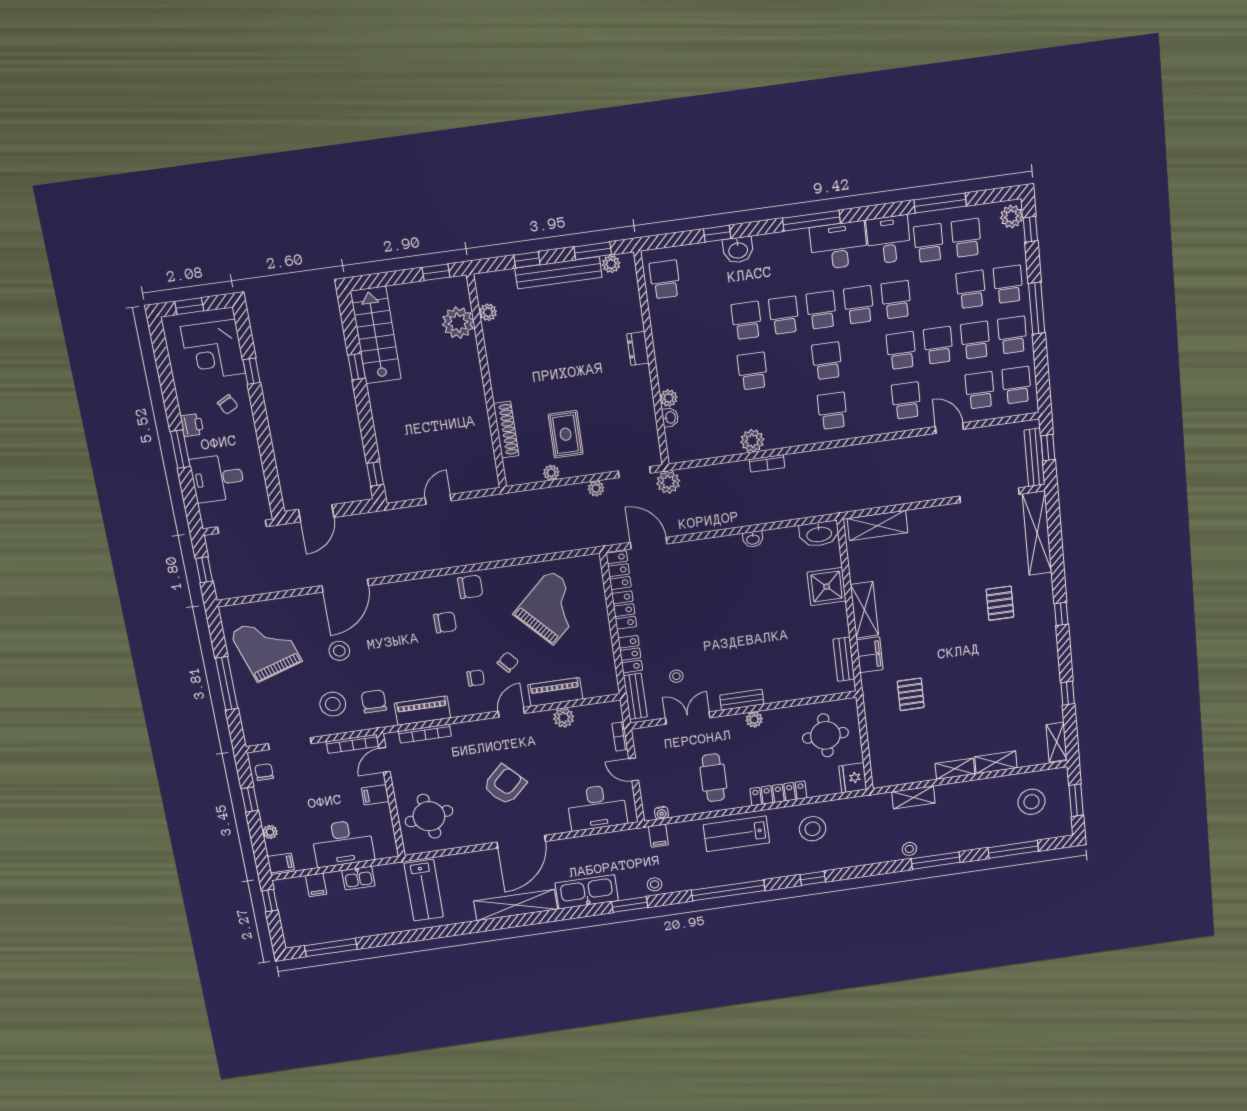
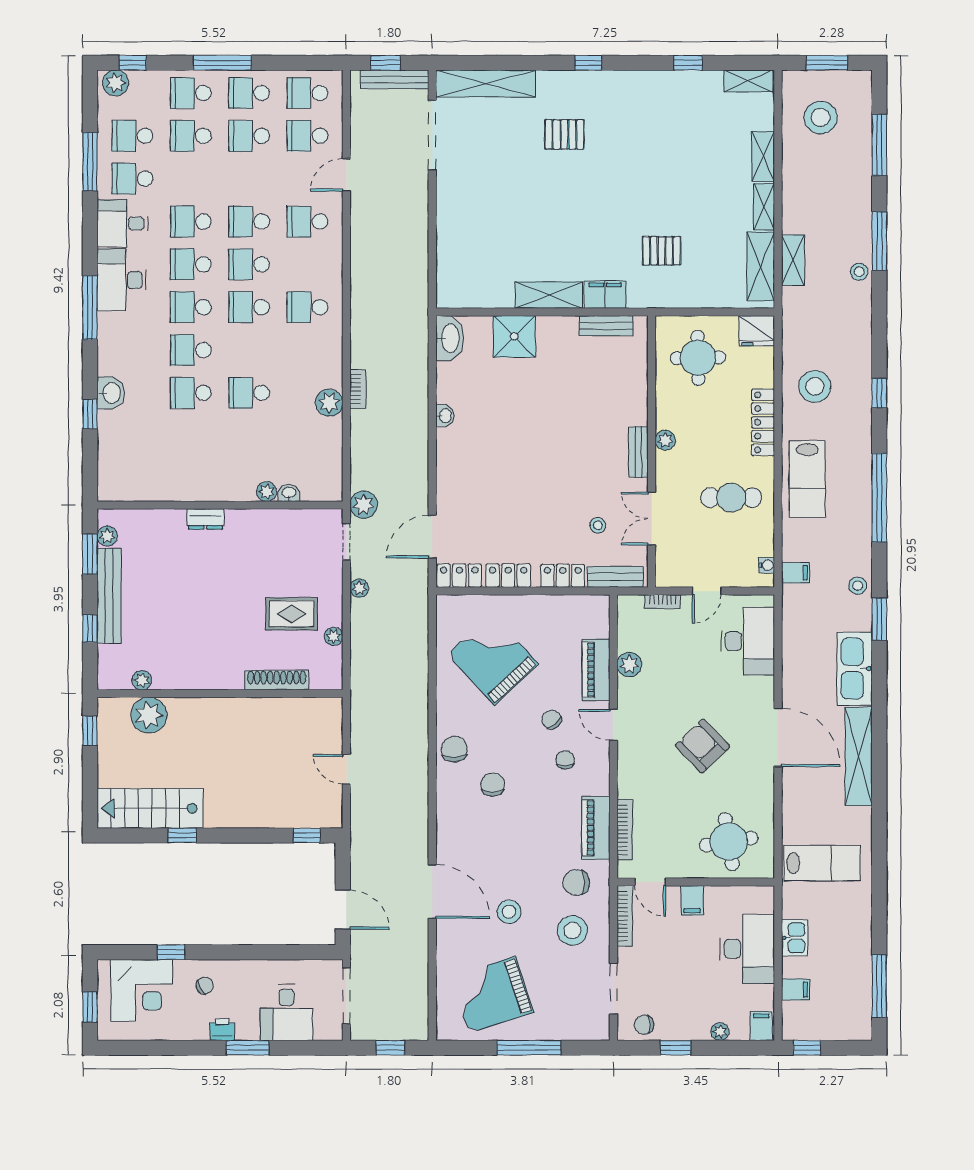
school desk: (665, 279) -> (133, 479), removed
school desk: (938, 345) -> (249, 264), moved
shelving: (877, 526) -> (761, 266), moved

